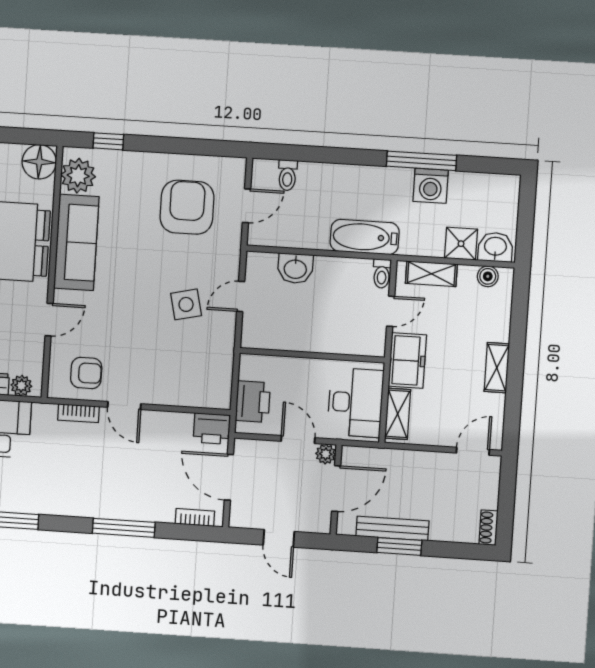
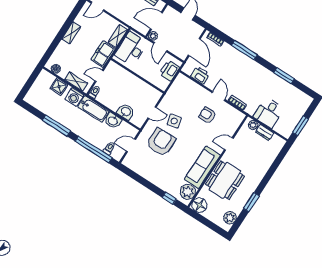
window: (318, 154) -> (94, 150), added
washing machine: (431, 186) -> (74, 97), moved, turned 180
armchair: (187, 207) -> (161, 142), moved, turned 180
washbasin: (495, 247) -> (113, 121), moved
armchair: (86, 373) -> (207, 115), moved
printer: (212, 429) -> (200, 75), moved

